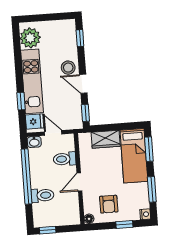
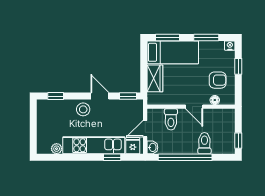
plant: (30, 38) -> (57, 149), width x0.53, depth x0.53
door: (83, 84) -> (100, 96), swing flipped
floor lamp: (89, 219) -> (215, 100), moved

